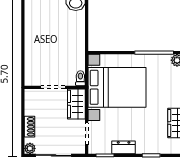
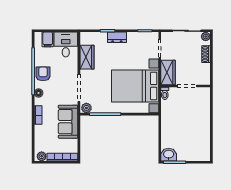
dresser: (124, 147) -> (117, 37), moved

